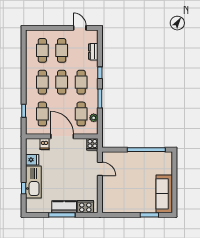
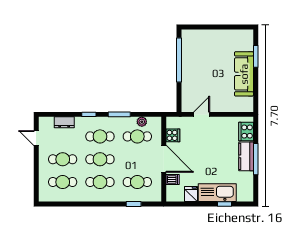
door: (80, 28) -> (36, 138), hinge flipped
door: (62, 136) -> (164, 159), swing flipped
cooker: (92, 144) -> (173, 135), moved
sofa: (164, 194) -> (244, 74), moved, turned 90

